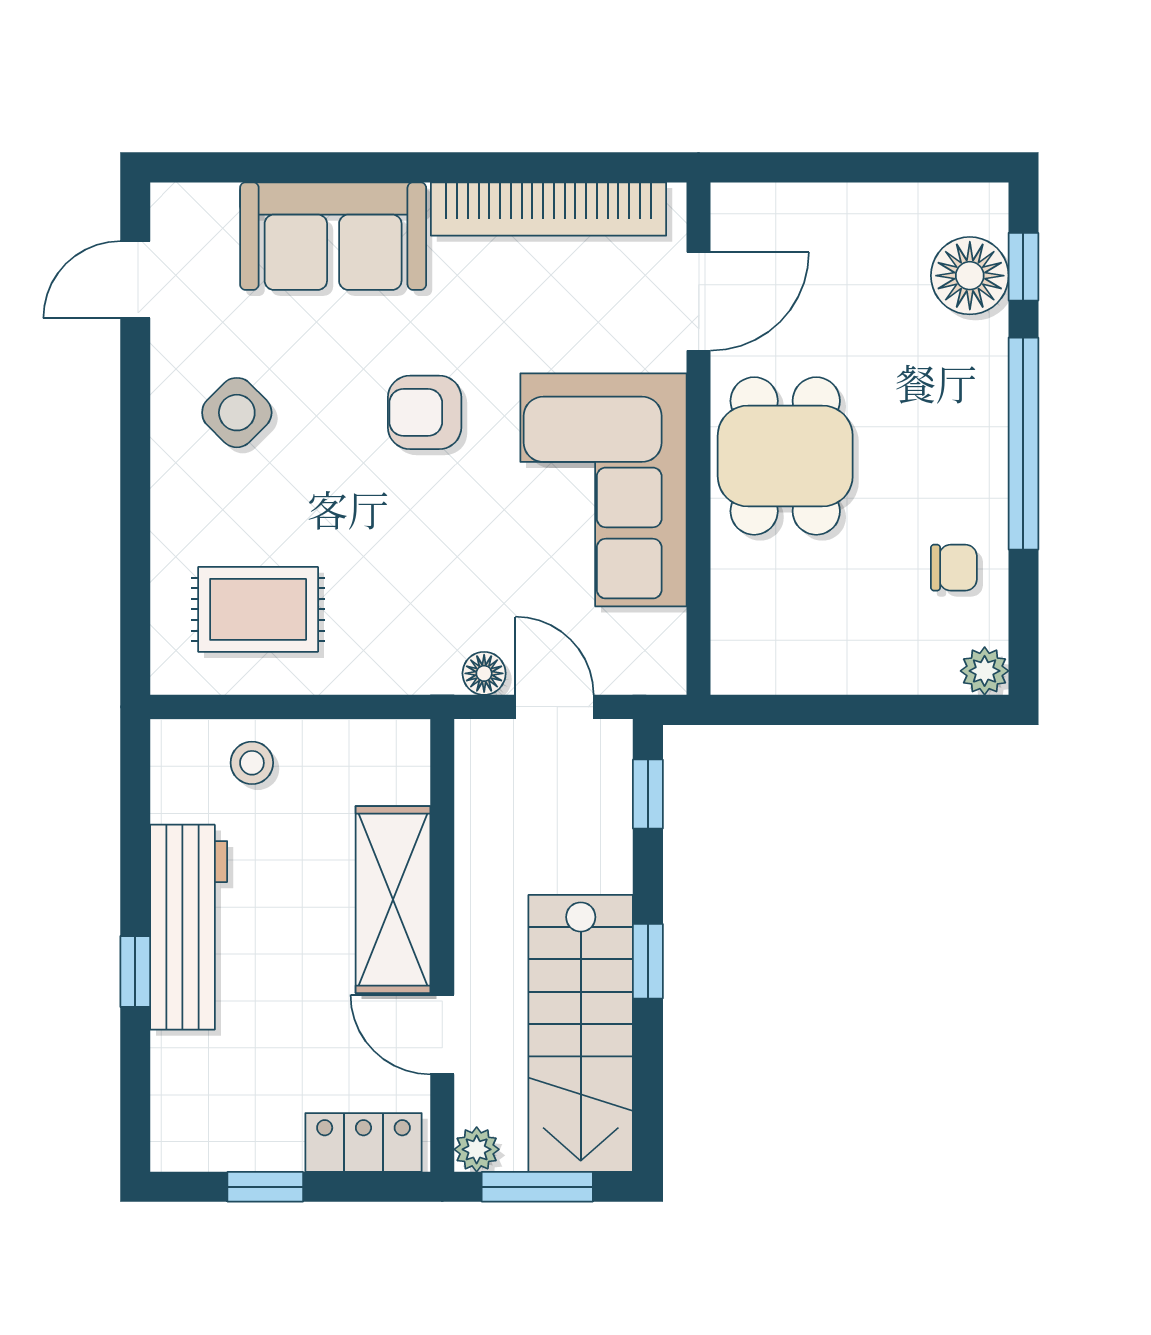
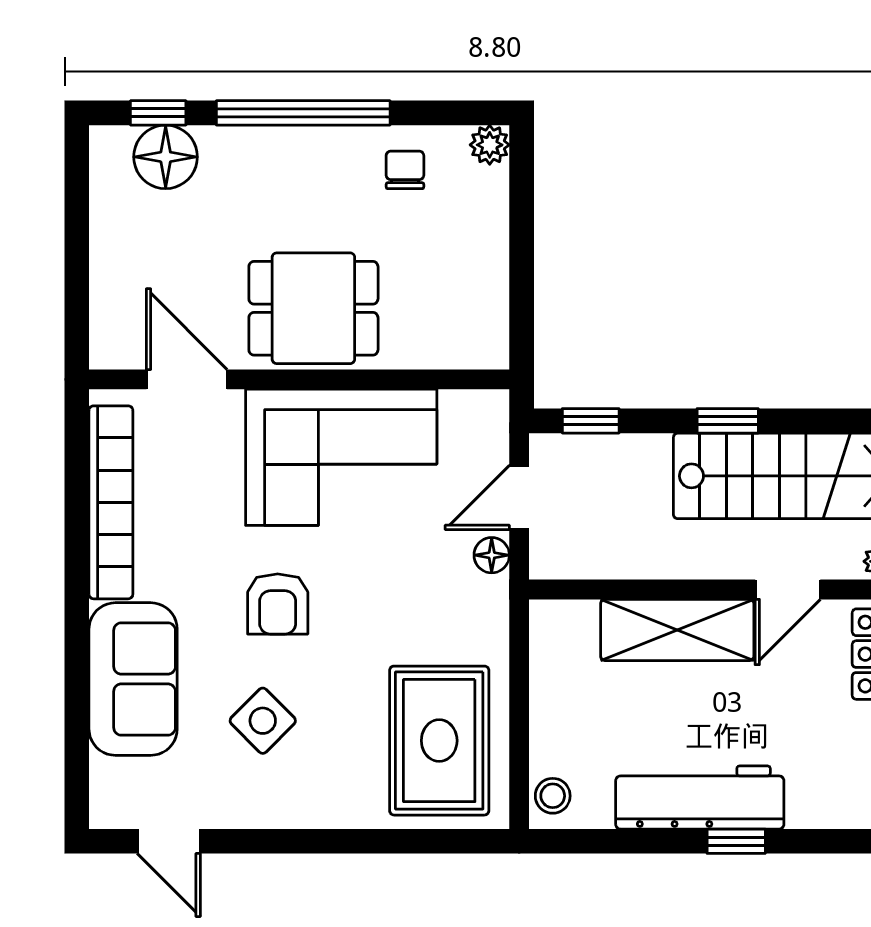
side table: (237, 413) -> (263, 721), moved
rug: (258, 609) -> (439, 741), width x1.36, depth x1.43
stool: (252, 763) -> (553, 796), moved

